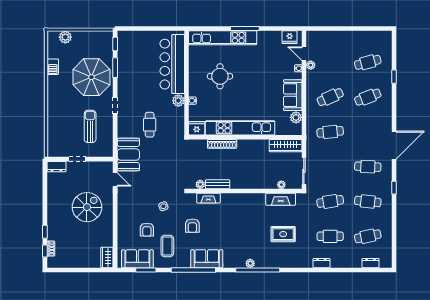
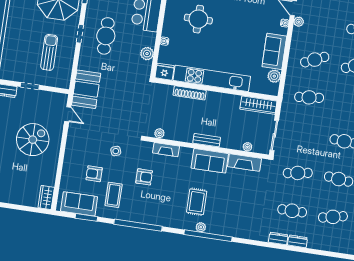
plant: (178, 101) -> (147, 54), moved
cafe table: (150, 125) -> (106, 36), moved, width x1.37, depth x1.35
bench: (218, 184) -> (207, 140), moved
armchair: (192, 226) -> (144, 177), turned -90
armchair: (147, 230) -> (94, 174), turned 90
rug: (283, 234) -> (197, 202), moved, turned 90
sofa: (207, 259) -> (210, 161), moved, turned 180
dresser: (370, 263) -> (298, 241), moved

